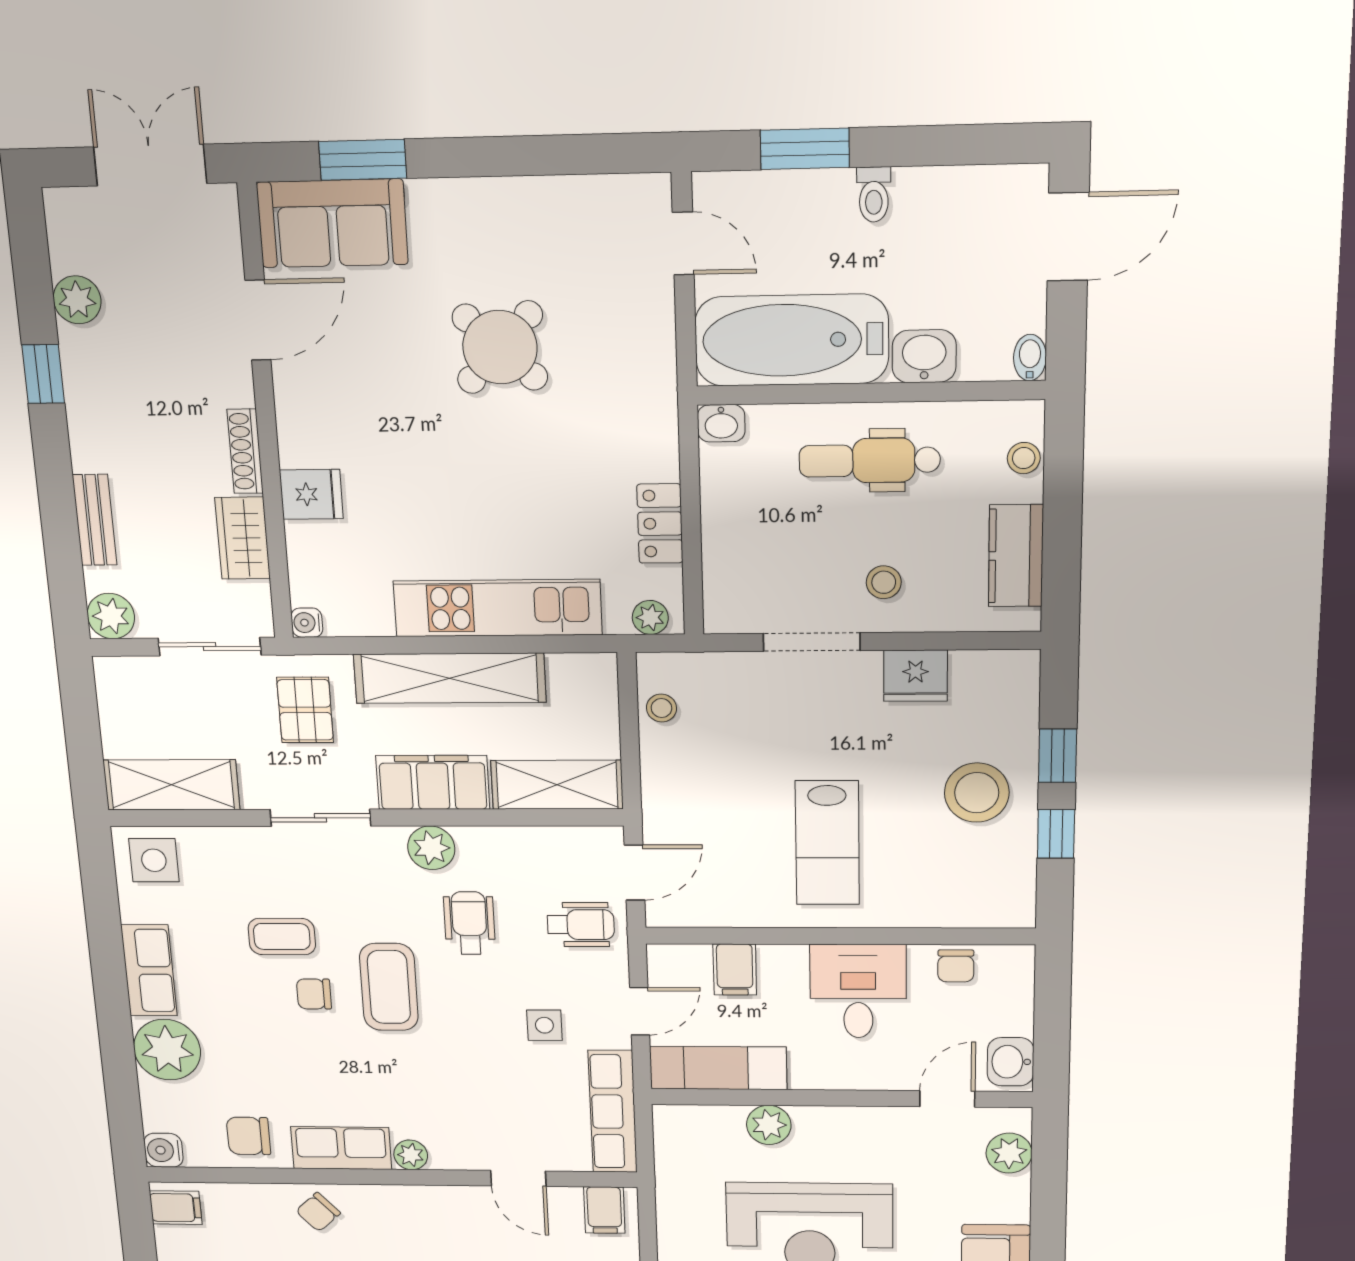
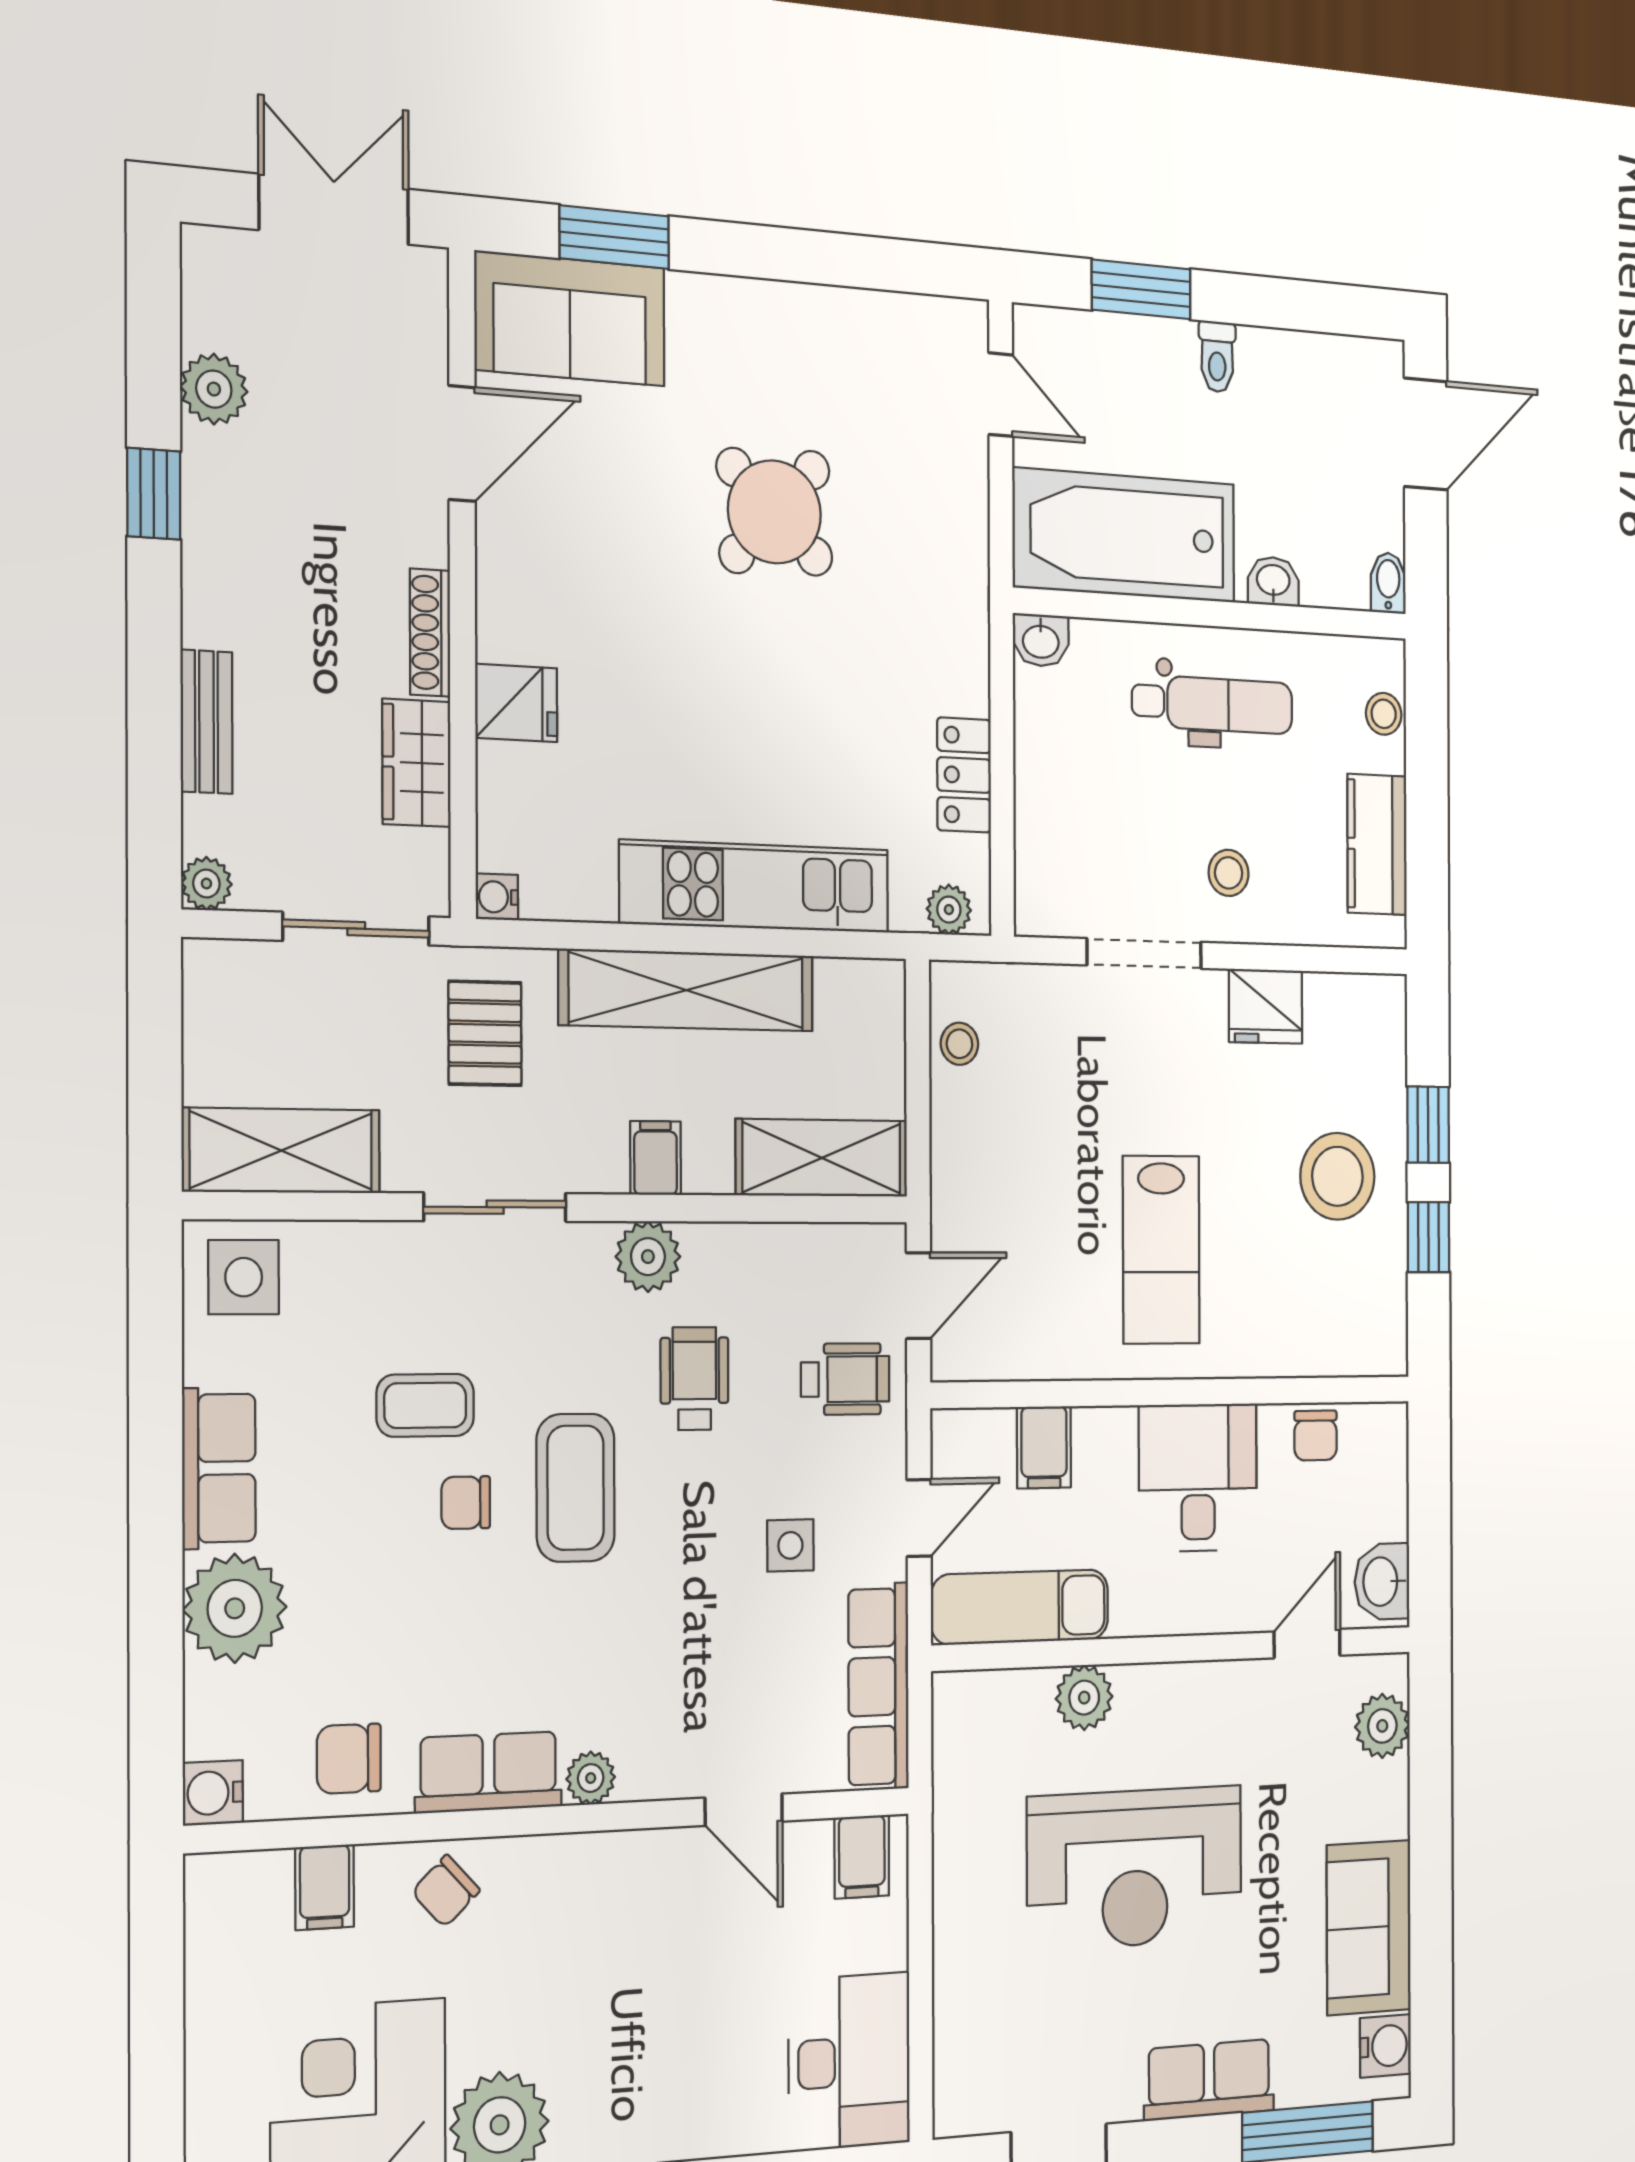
washbasin: (924, 356) -> (1273, 581), width x0.72, depth x0.69
dental chair: (870, 460) -> (1212, 704), turned 180
plant: (111, 616) -> (206, 884), width x0.73, depth x0.73
filing cabinet: (433, 782) -> (656, 1158), width x0.33, depth x0.86
filing cabinet: (176, 1208) -> (325, 1887), moved, turned 90

